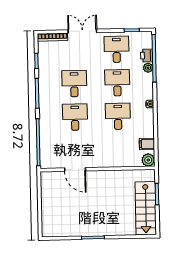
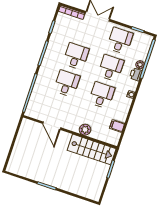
printer: (147, 55) -> (136, 74), moved
plant: (148, 160) -> (85, 130), moved
stairs: (146, 208) -> (92, 149), moved, turned -90

